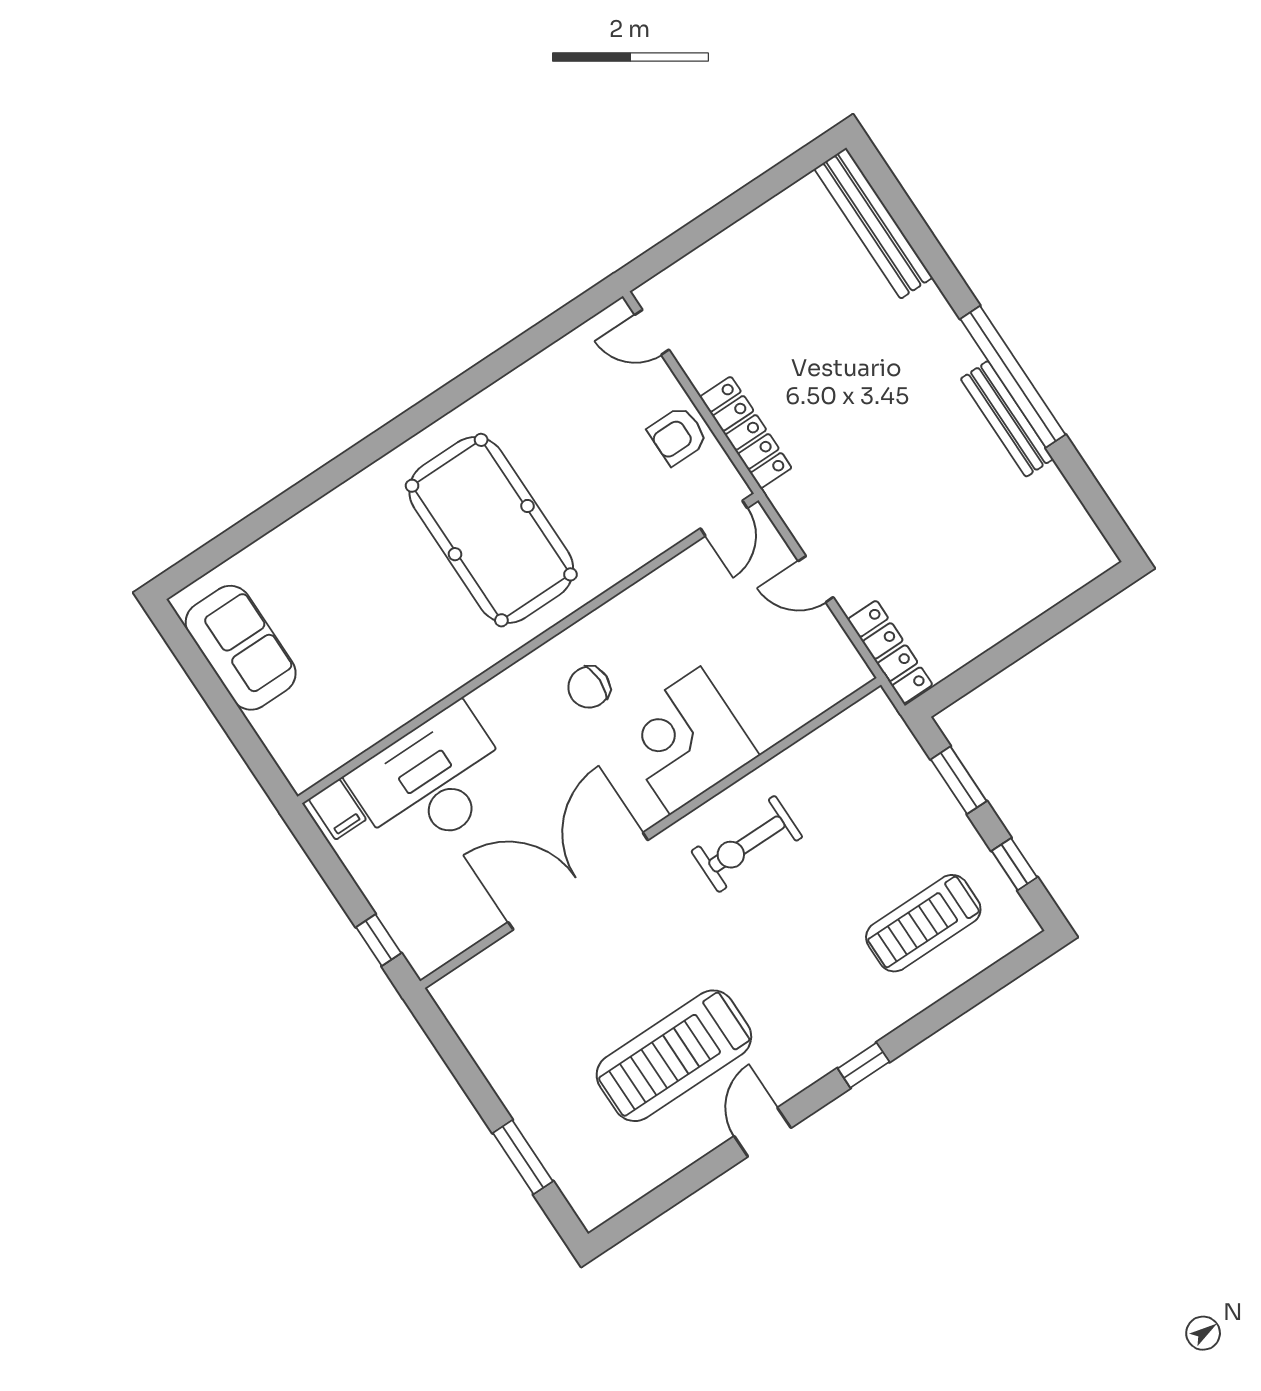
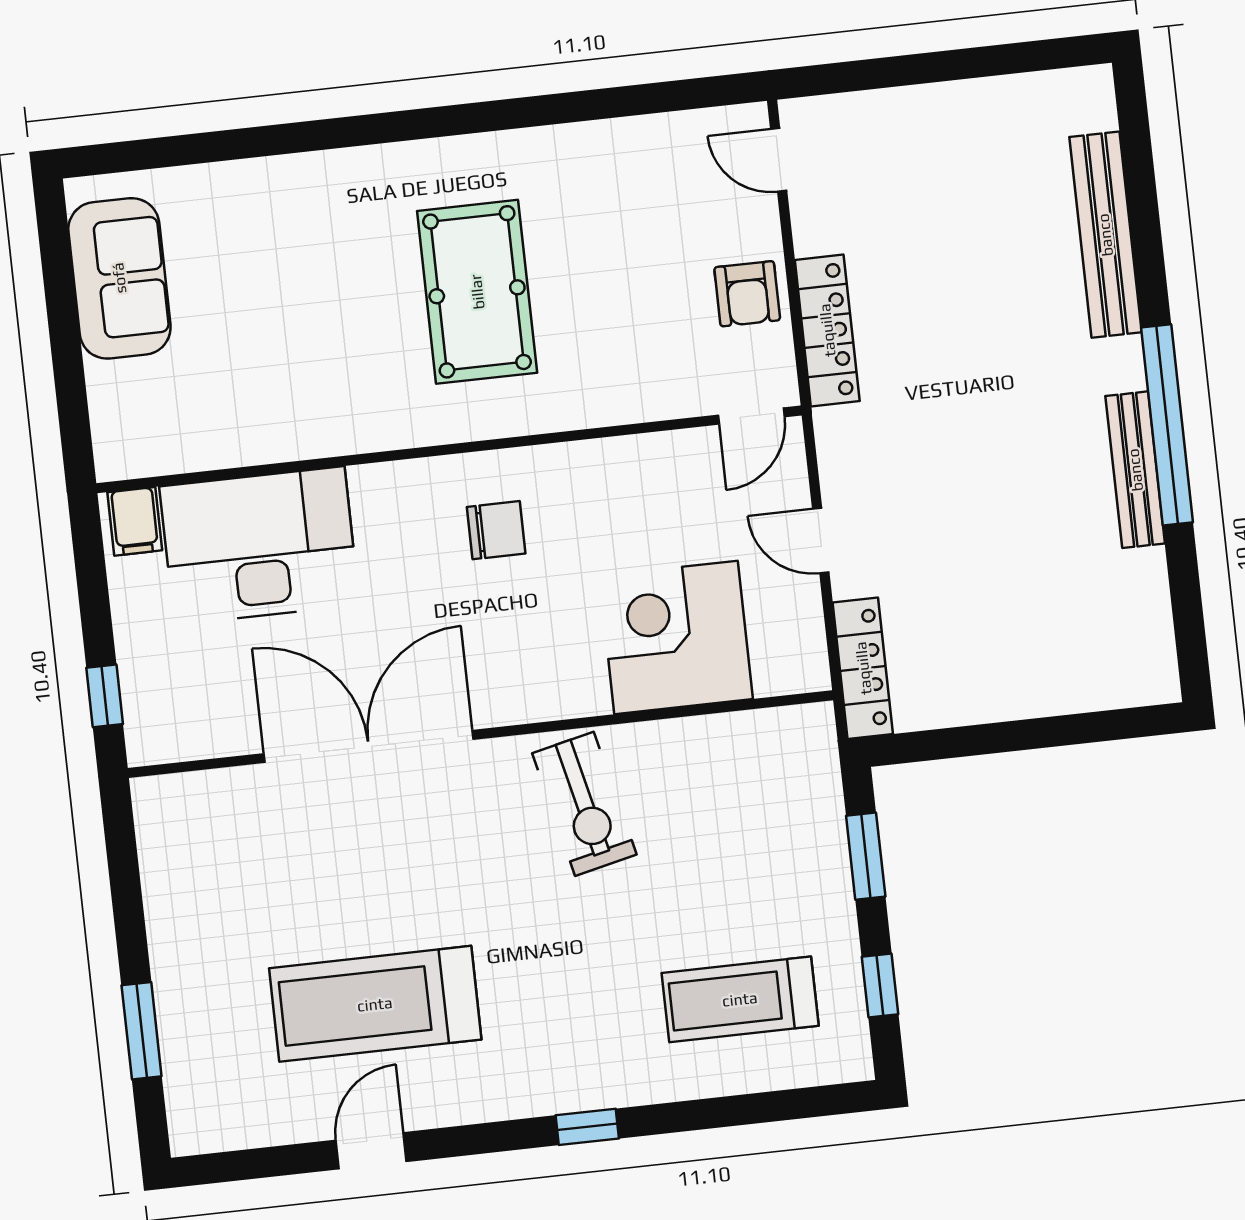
bench: (873, 223) -> (1105, 235), moved
armchair: (678, 436) -> (747, 294), turned -90
pool table: (491, 530) -> (477, 292), width x0.73, depth x0.76
chair: (589, 687) -> (496, 530), turned 180
corner desk: (685, 741) -> (676, 637), moved
exercise bike: (747, 844) -> (584, 804), turned -103
door: (763, 1132) -> (371, 1151), moved

